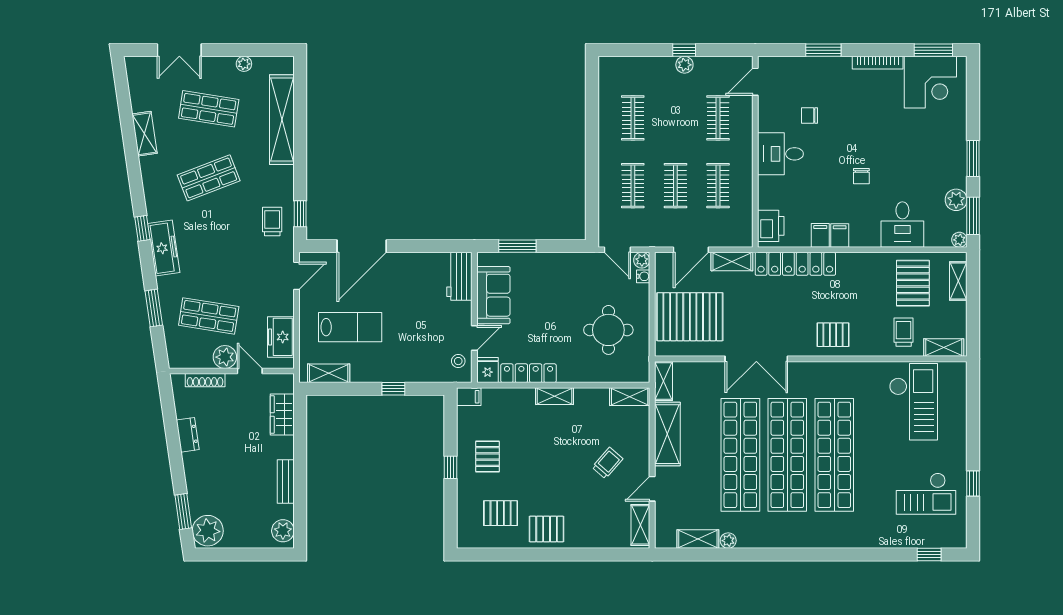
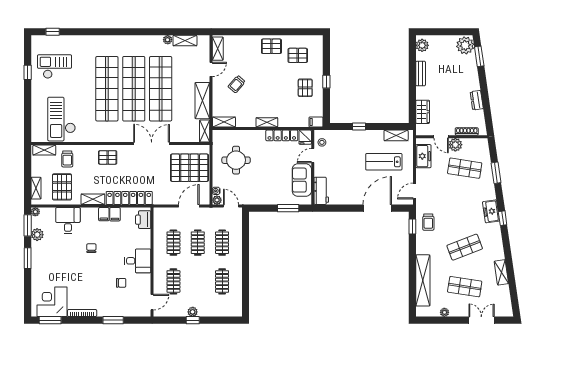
freezer: (164, 248) -> (491, 211), width x0.71
shelving: (732, 262) -> (93, 199), moved

